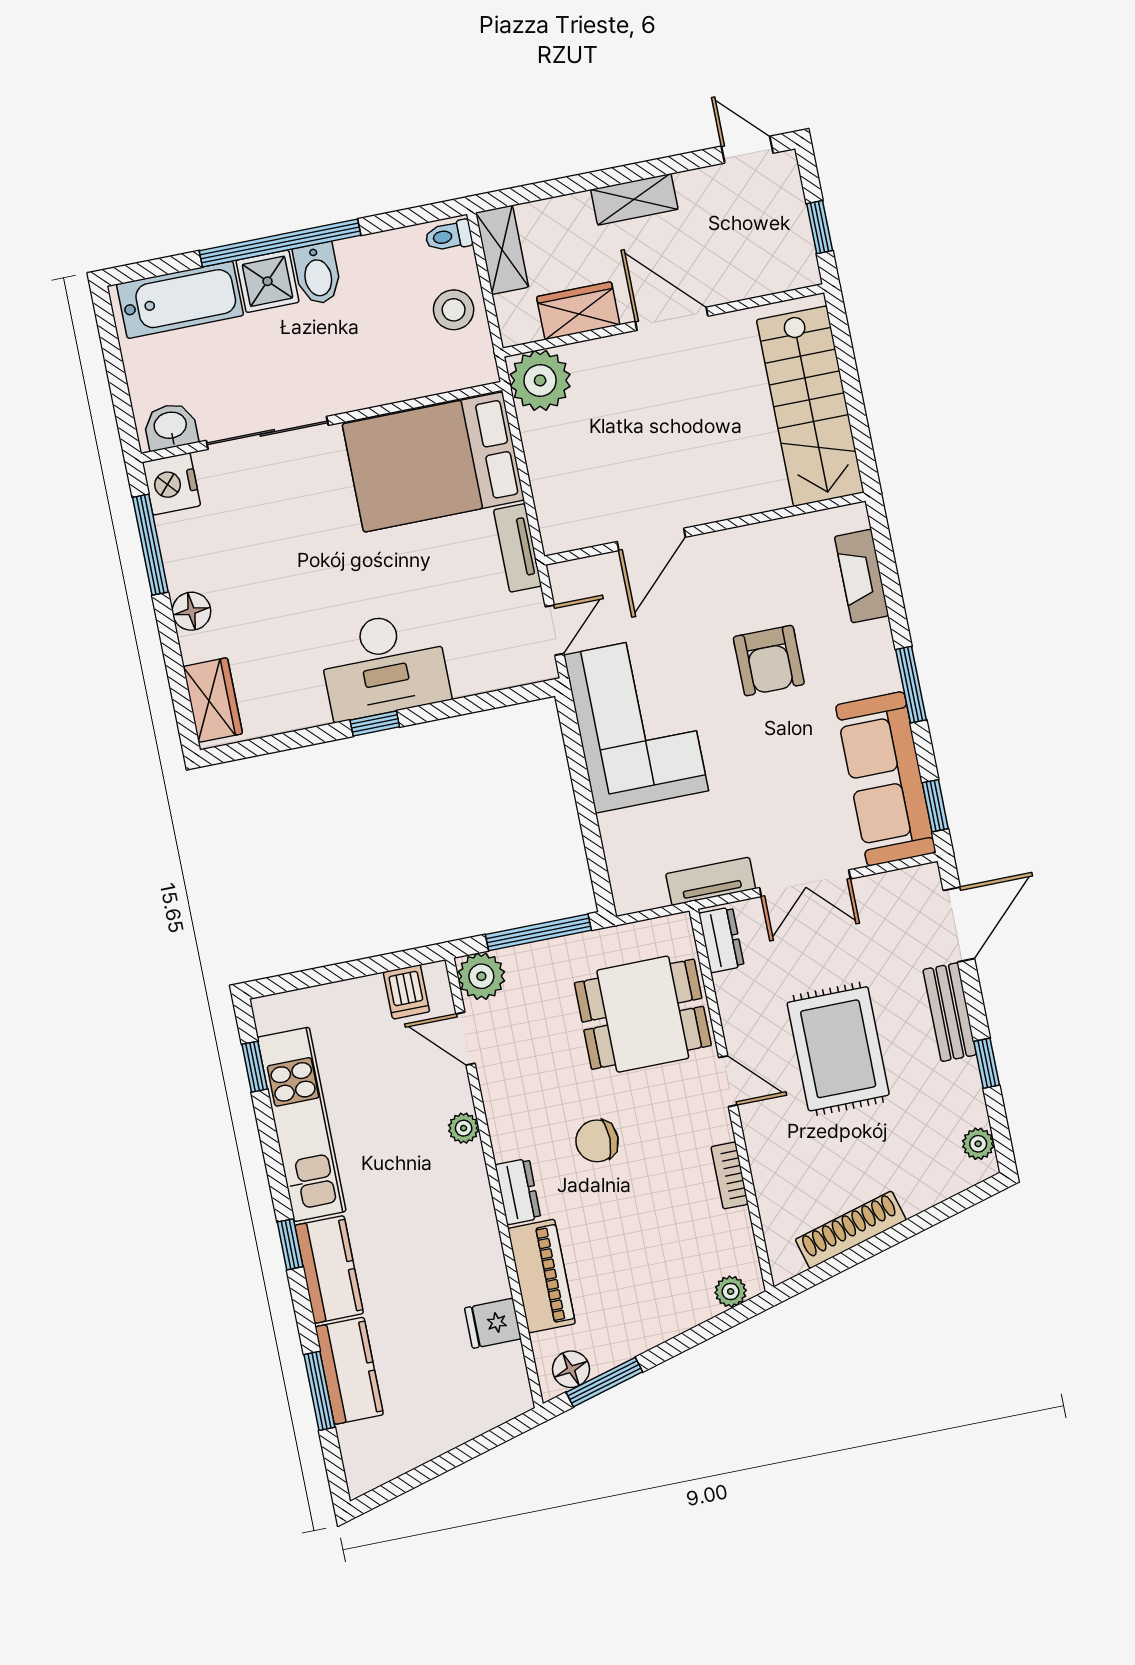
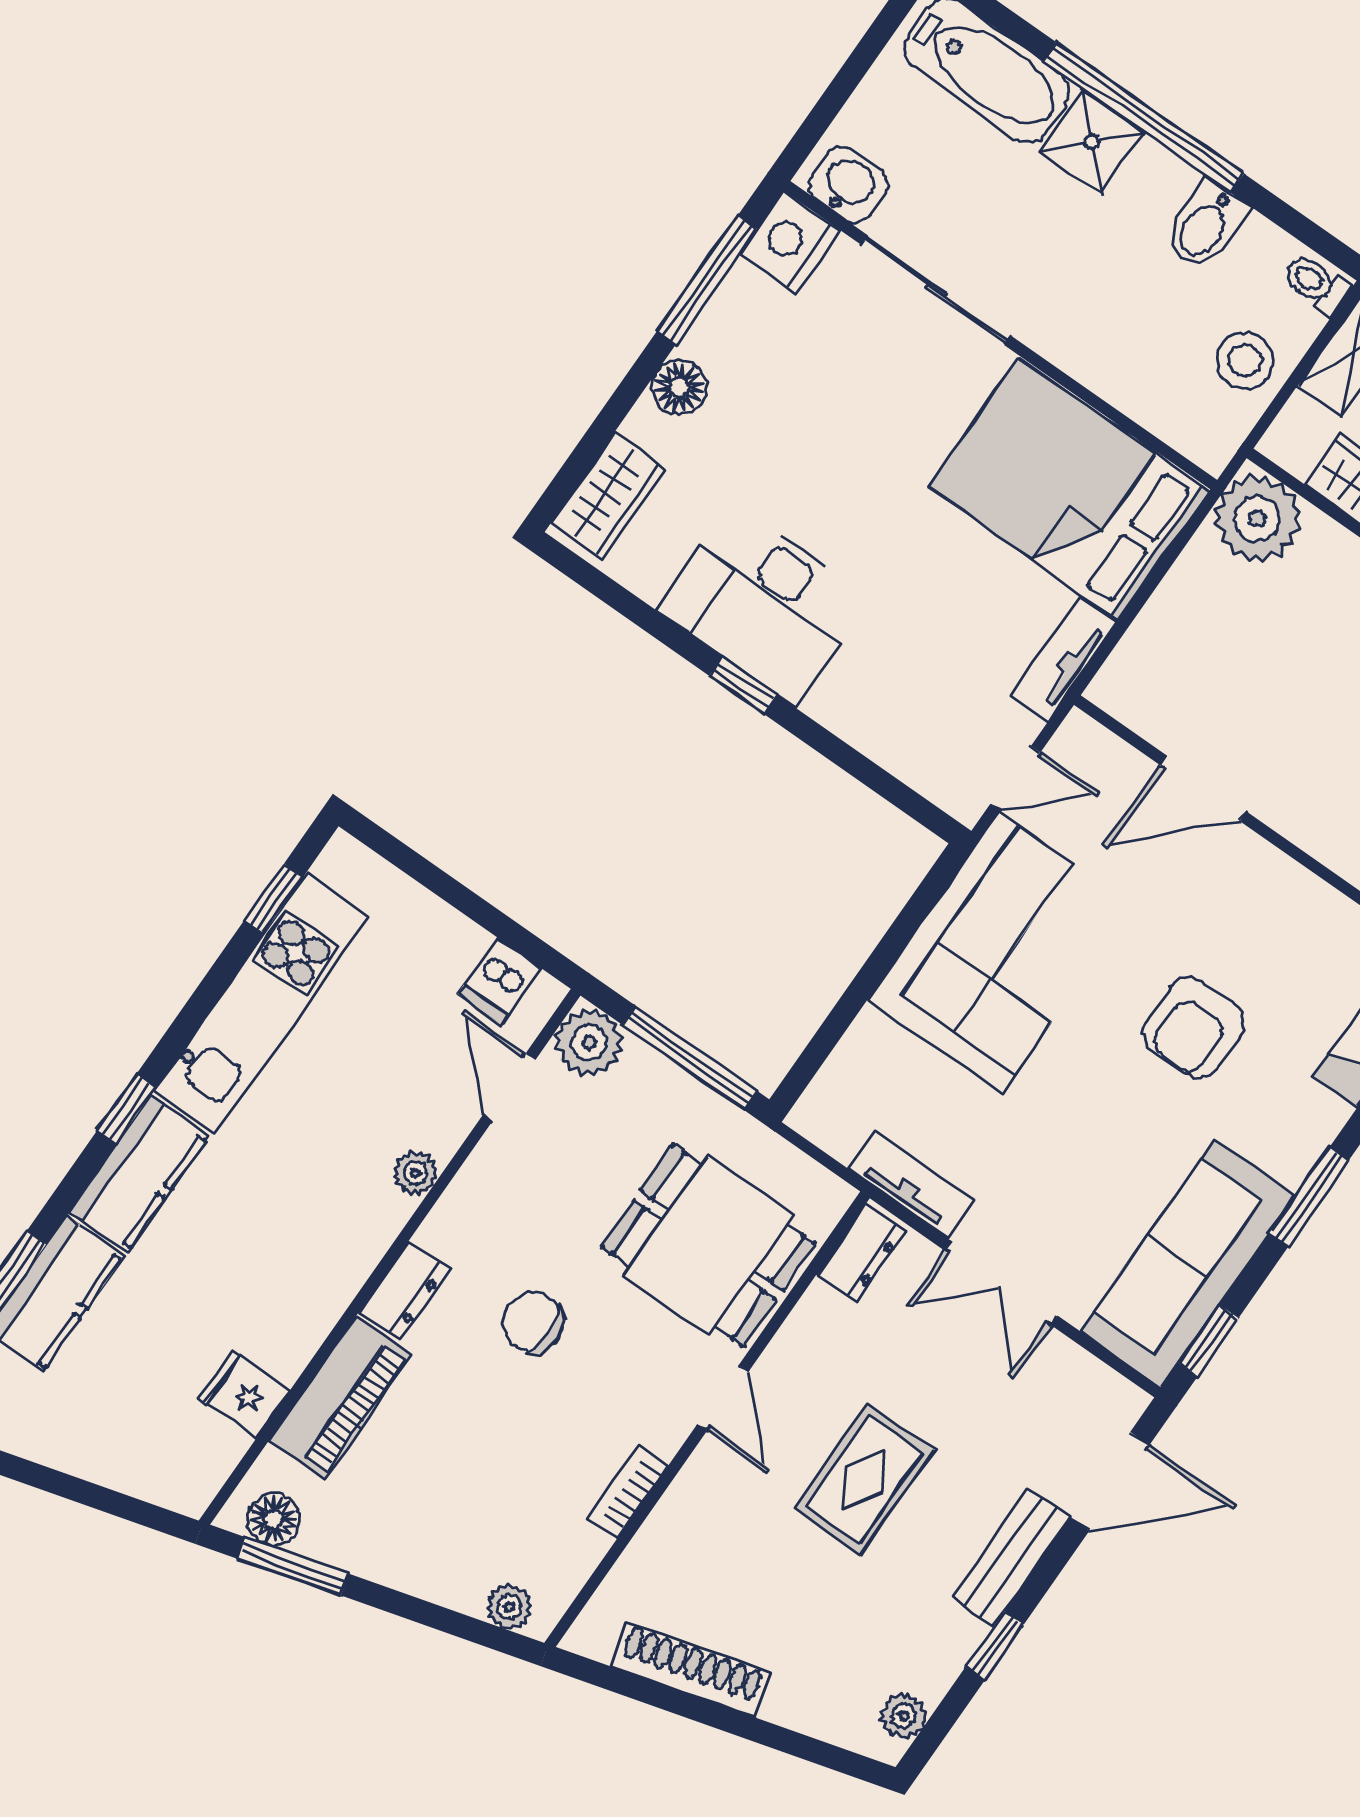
bidet: (317, 274) -> (1205, 226), moved
desk: (384, 665) -> (764, 604), moved
rug: (838, 1049) -> (864, 1479), width x0.73, depth x0.70

